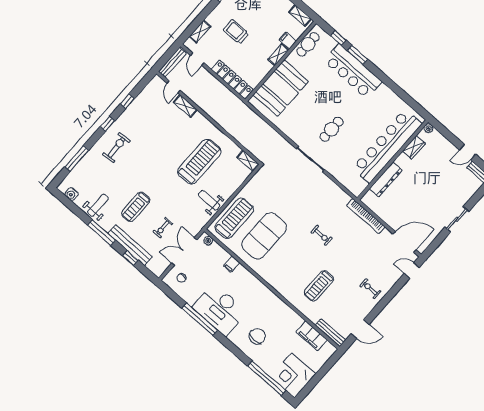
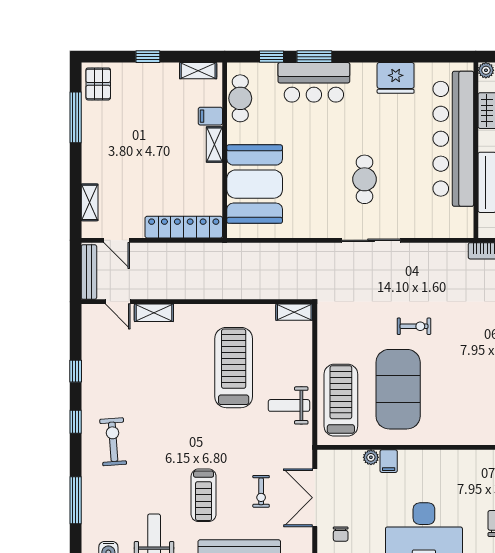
trolley: (236, 32) -> (135, 163), removed
bar counter: (353, 71) -> (314, 82), width x0.73
fridge: (385, 96) -> (396, 78), added
exercise bike: (322, 235) -> (414, 326), moved
plant: (208, 241) -> (371, 457), moved

